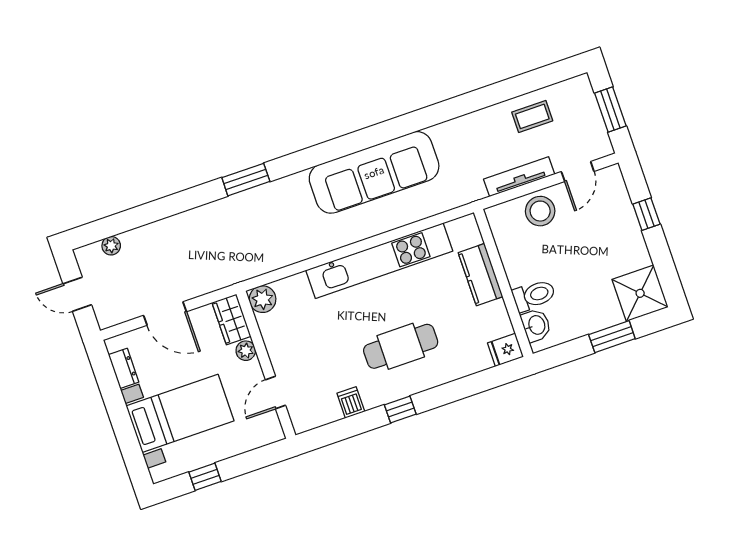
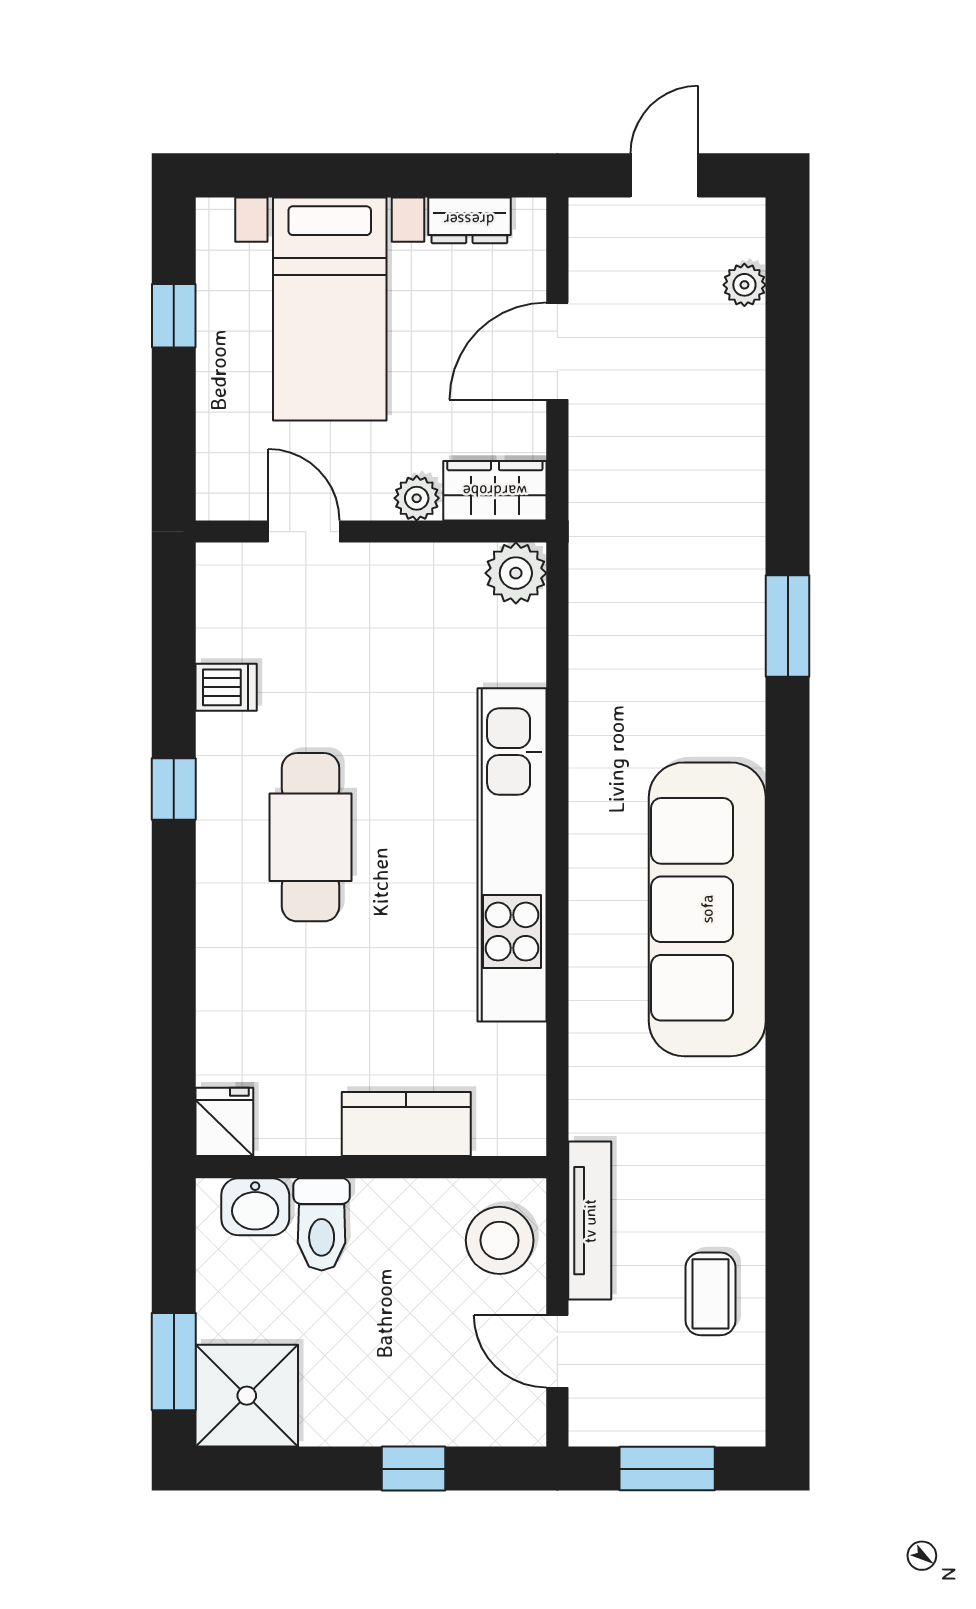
kitchen counter: (480, 275) -> (406, 1124), moved
wall: (503, 283) -> (371, 1167), moved
toilet: (534, 295) -> (322, 1224), moved
washbasin: (536, 325) -> (255, 1207), moved
window: (612, 337) -> (174, 1362), moved
fridge: (505, 350) -> (224, 1122), moved

